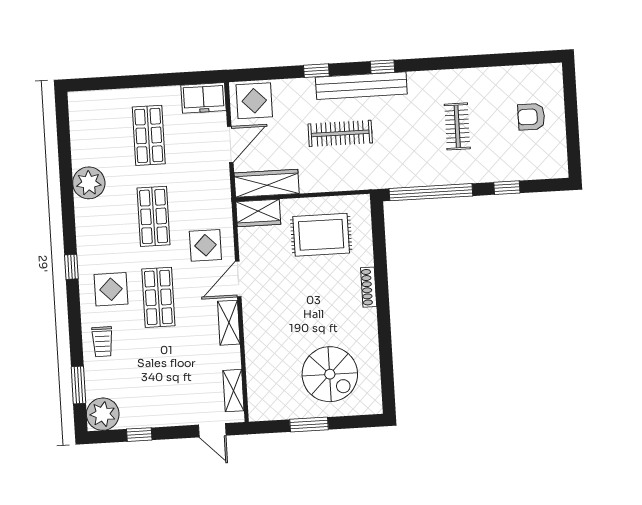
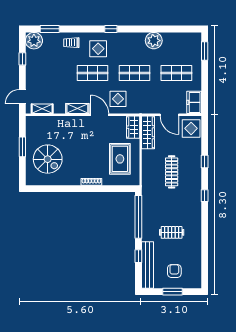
window: (103, 83) -> (205, 51), added
bench: (361, 86) -> (148, 265), moved
window: (572, 118) -> (173, 292), added
spiral stairs: (330, 374) -> (48, 159), turned -90

